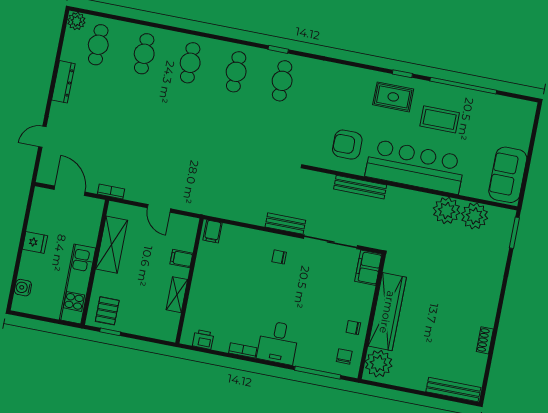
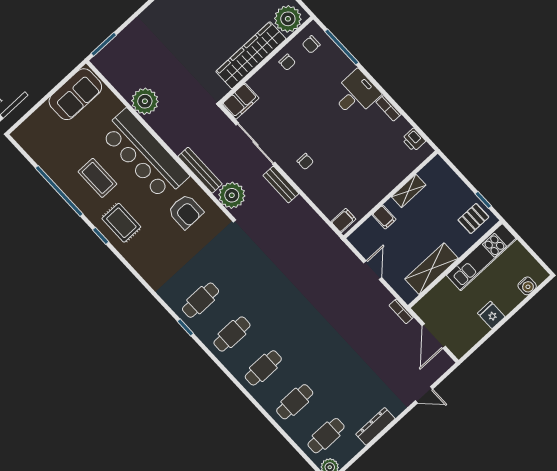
plant: (475, 216) -> (232, 195), moved

